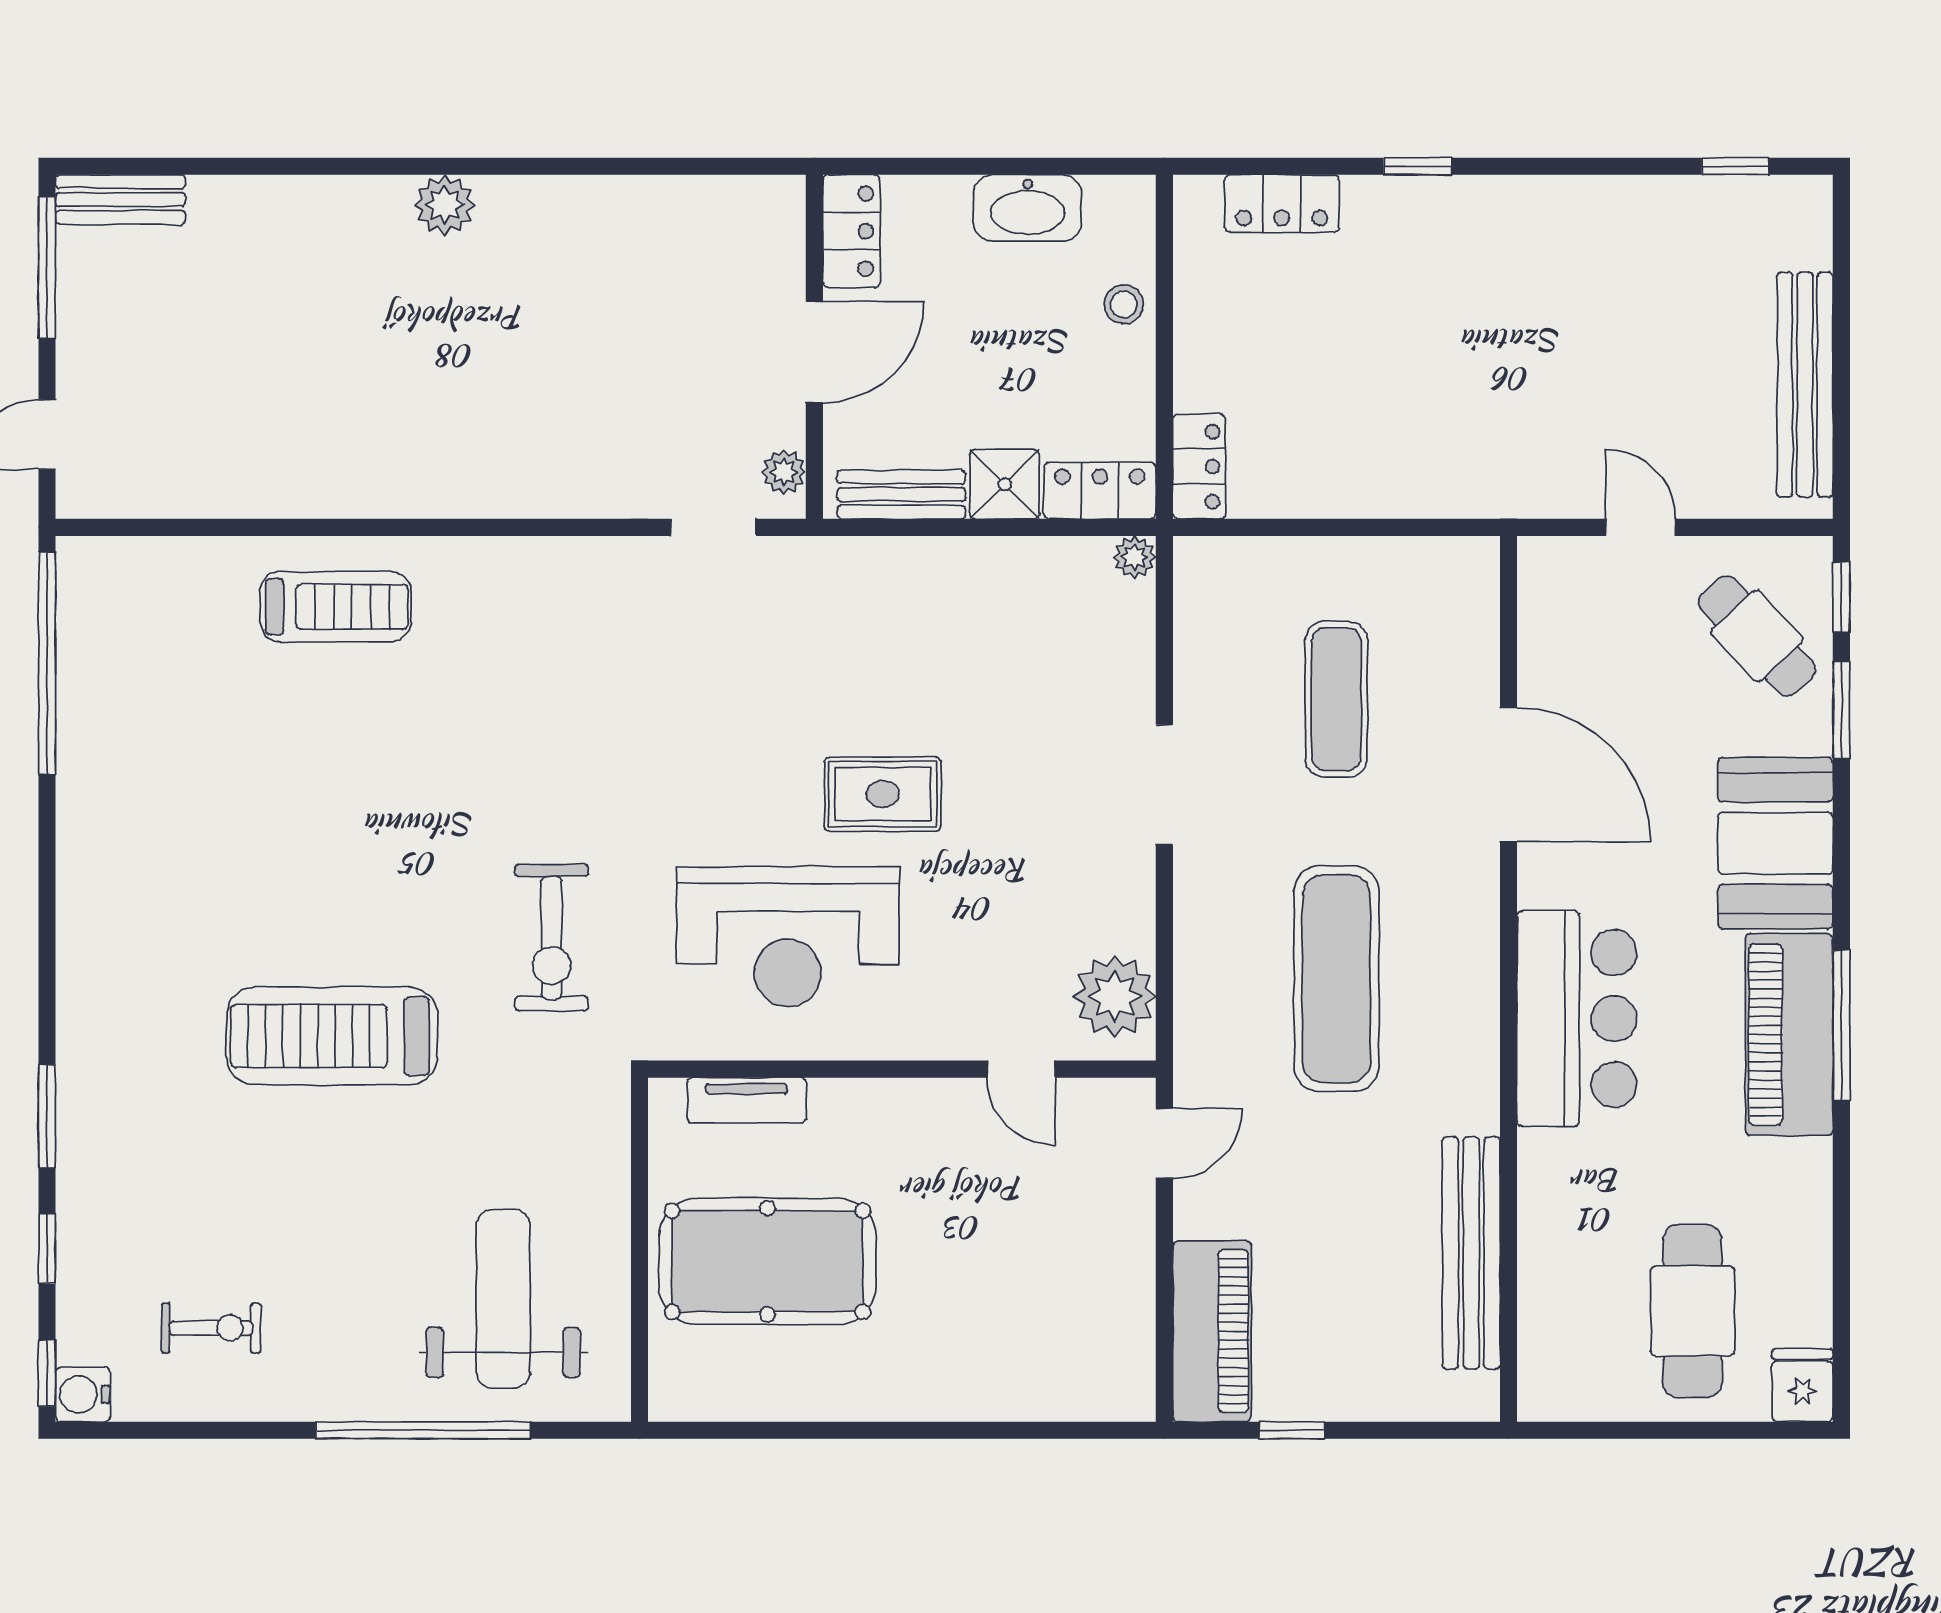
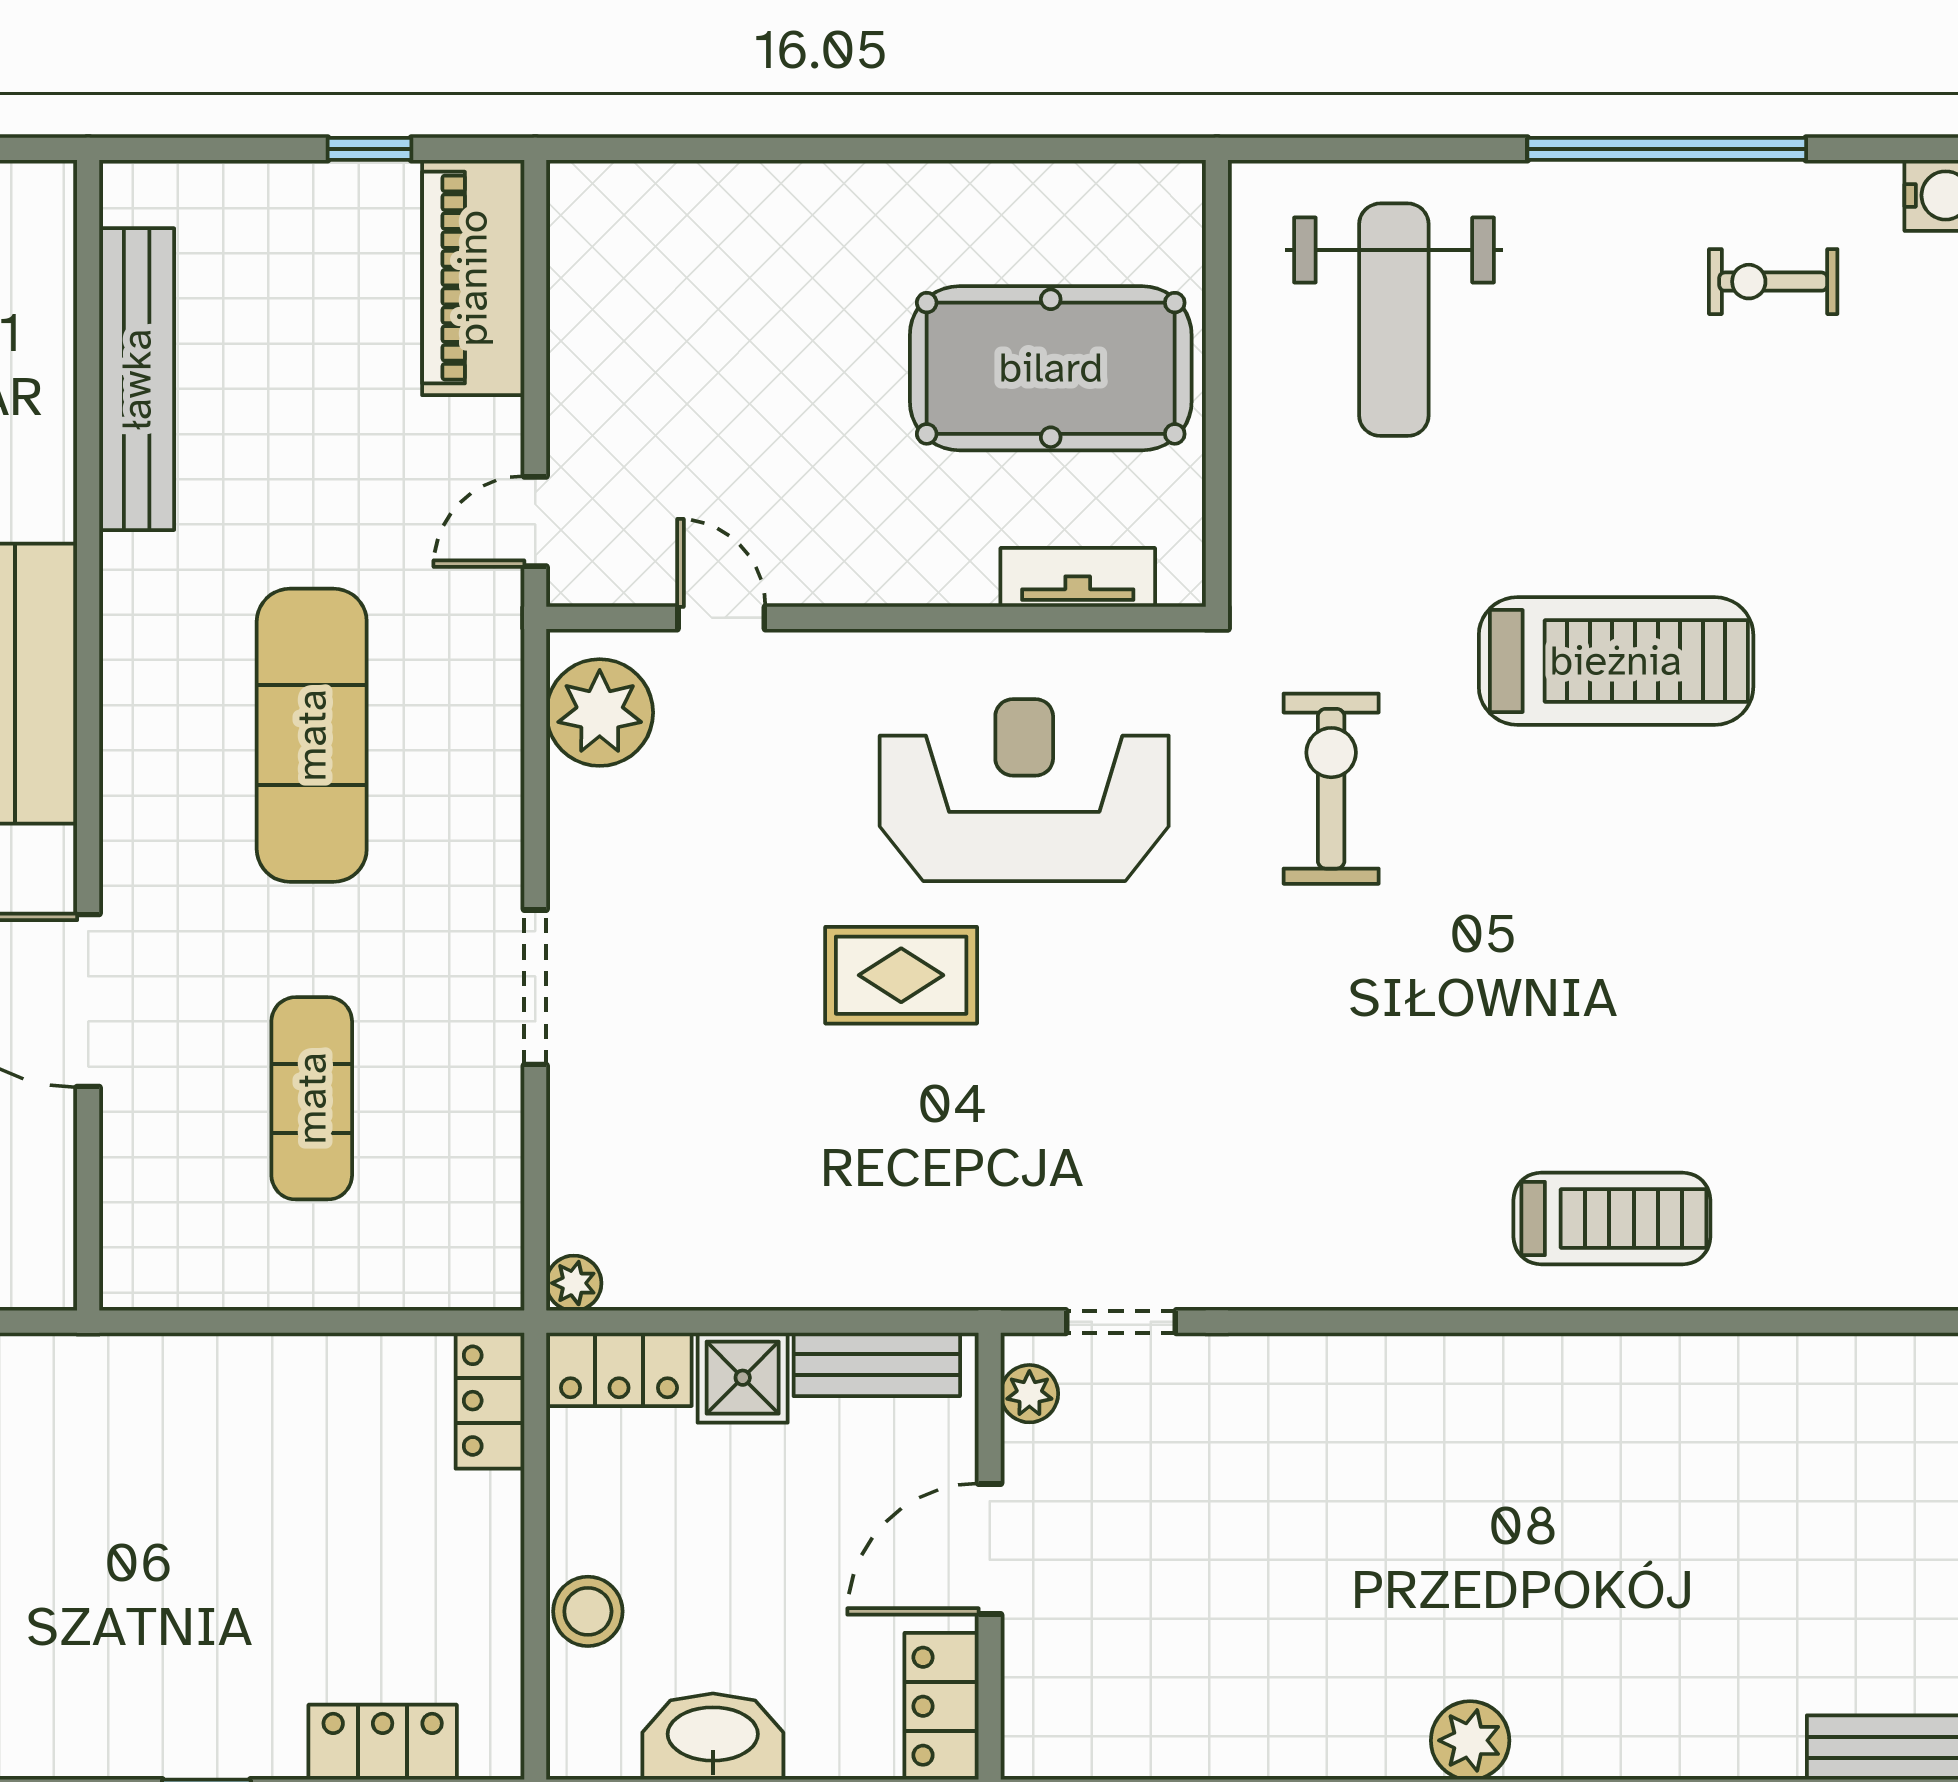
stool: (1124, 304) -> (588, 1611), width x1.37, depth x1.37
treadmill: (335, 607) -> (1612, 1218), turned 180
window: (423, 1430) -> (1667, 149), moved

